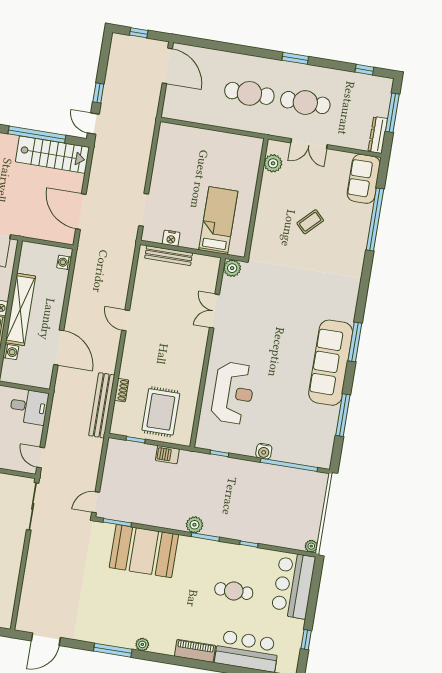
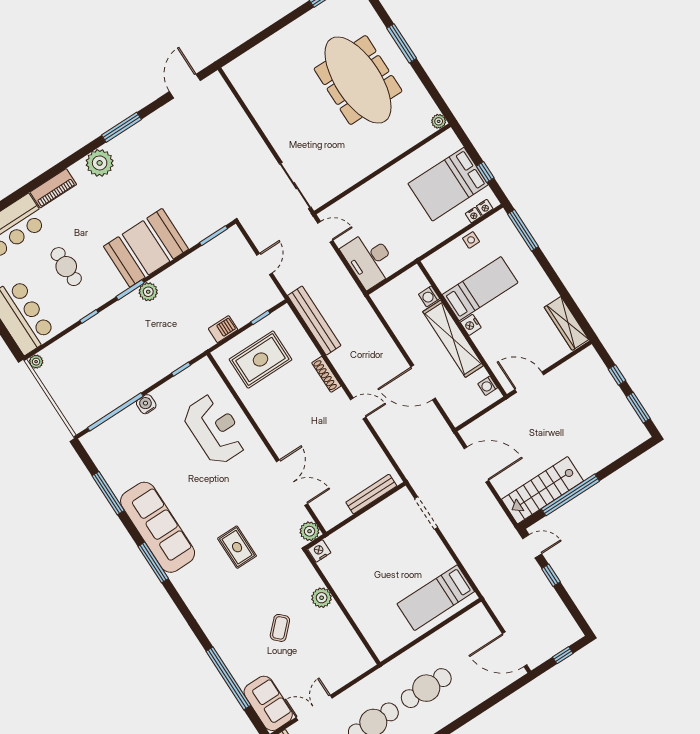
double door: (309, 144) -> (314, 708), moved
plant: (273, 163) -> (322, 598), moved
bed: (218, 221) -> (436, 598), moved, turned 90
nightstand: (171, 238) -> (319, 551), moved
washing machine: (64, 262) -> (488, 386), moved, turned 180
rug: (290, 301) -> (237, 547), added
double door: (214, 311) -> (292, 483), width x1.37
door: (59, 347) -> (423, 383), moved
shoe rack: (121, 390) -> (326, 374), moved, width x1.43
reception desk: (233, 393) -> (215, 429), turned 180
desk: (29, 407) -> (369, 259), width x1.37
rug: (161, 412) -> (260, 360), turned 90
door: (96, 502) -> (264, 264), moved
booth: (144, 551) -> (146, 248), moved
cafe table: (234, 591) -> (66, 267), turned 90
plant: (142, 644) -> (100, 163), width x1.88, depth x1.88

